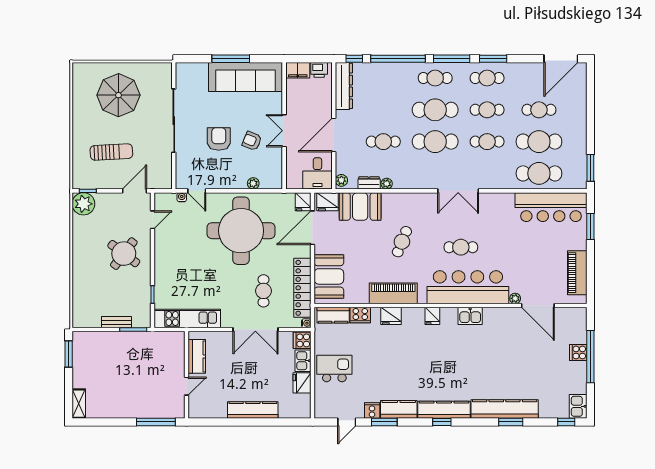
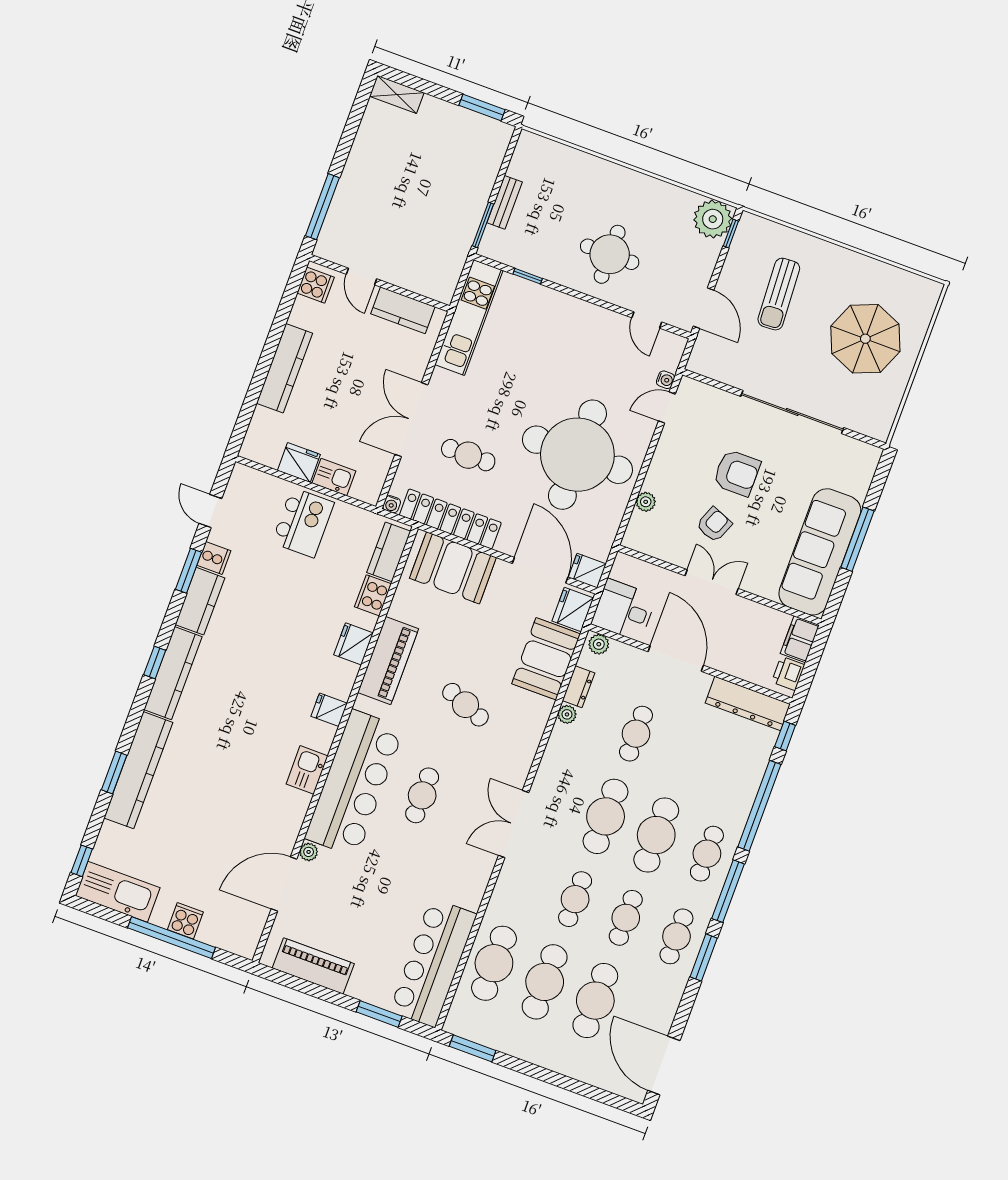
cafe table: (539, 110) -> (595, 1001), width x1.37, depth x1.35
round table: (124, 254) -> (610, 254), turned -37
cooker: (302, 340) -> (316, 285), moved, turned 90
kitchen sink: (578, 406) -> (118, 892), width x1.87, depth x1.24

